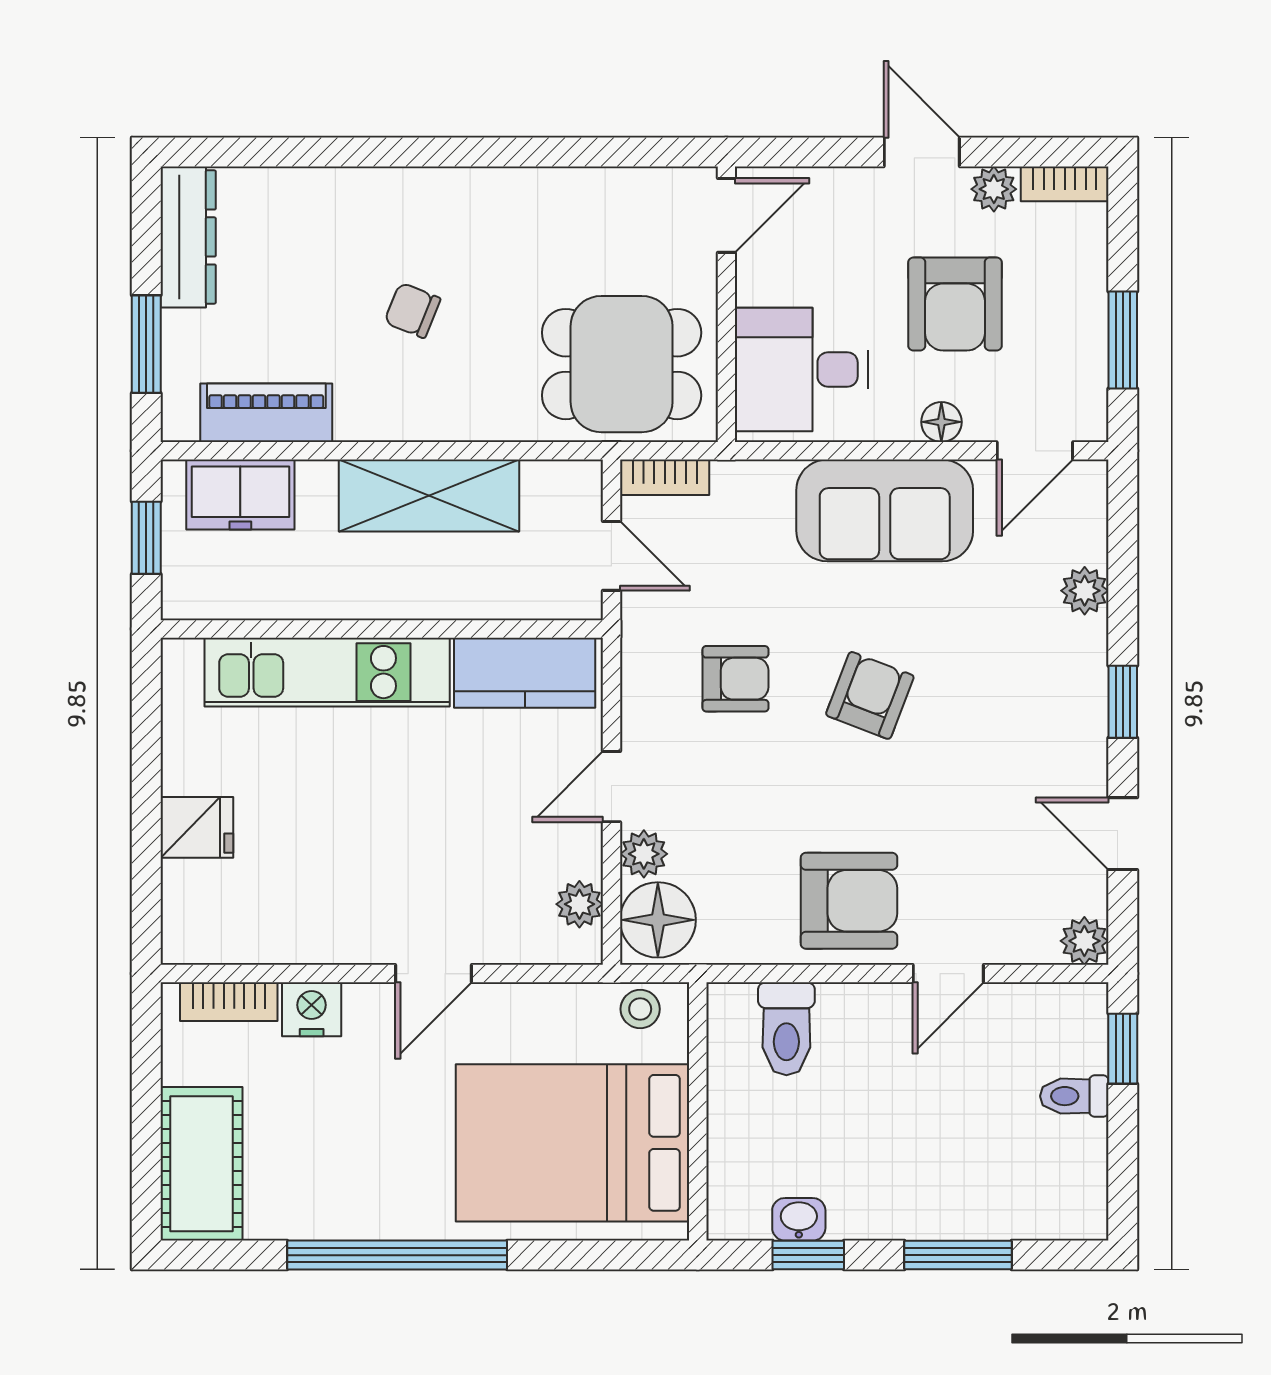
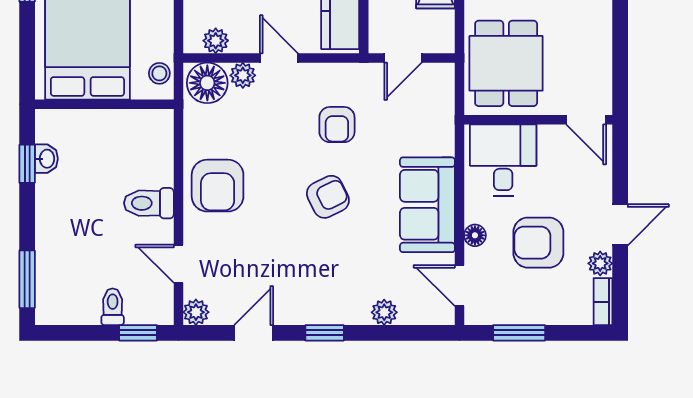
bookcase: (665, 477) -> (445, 87), removed
armchair: (870, 695) -> (328, 197), turned -47
door: (948, 974) -> (178, 264), moved
toilet: (786, 1029) -> (149, 203), moved
window: (958, 1255) -> (27, 279), moved

